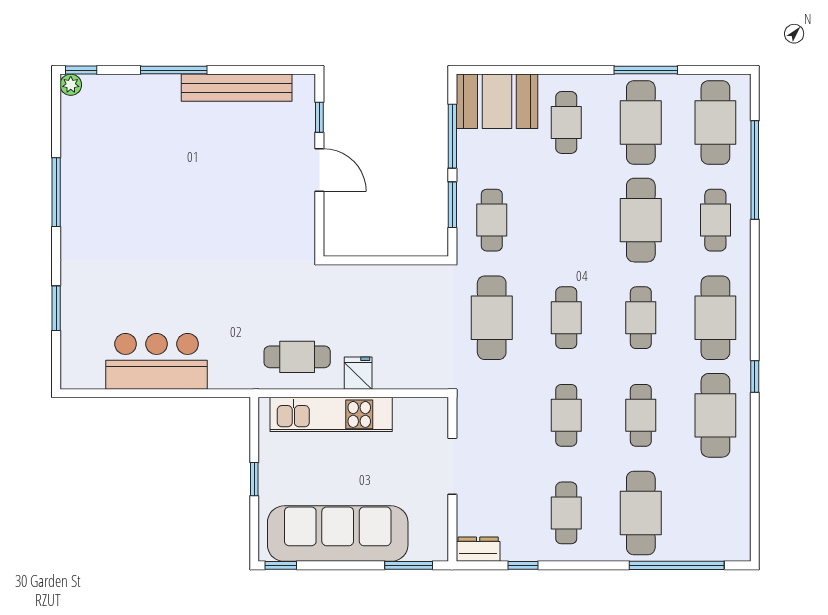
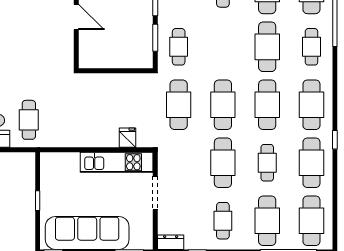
cafe table: (566, 318) -> (223, 105), width x1.37, depth x1.35
cafe table: (641, 318) -> (267, 105), width x1.37, depth x1.35
cafe table: (297, 357) -> (29, 120), moved, turned 90
fridge: (358, 373) -> (127, 138), moved
kitchen unit: (331, 414) -> (117, 162), moved
cafe table: (566, 415) -> (223, 163), width x1.37, depth x1.35
cafe table: (715, 513) -> (311, 221), added

